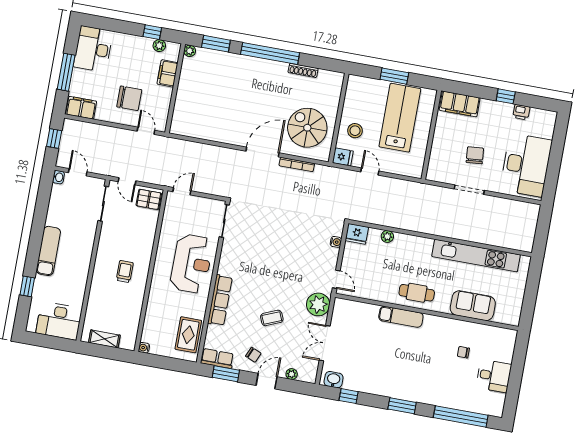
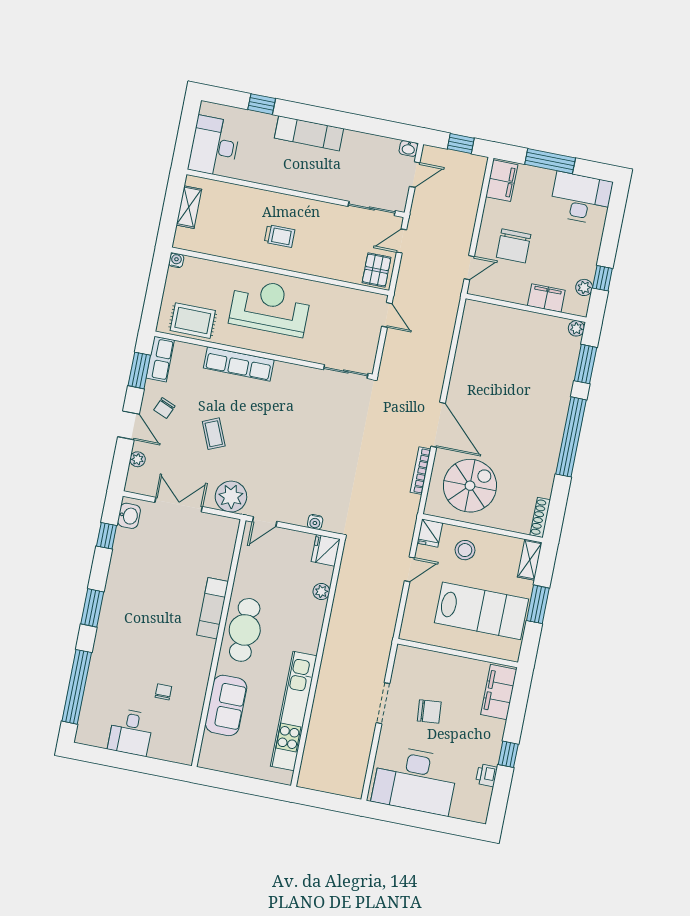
shoe rack: (303, 70) -> (540, 517), moved
shelving: (361, 83) -> (530, 560), added
reception desk: (191, 264) -> (270, 307), moved, turned 180
cafe table: (417, 293) -> (245, 630), width x1.37, depth x1.35

